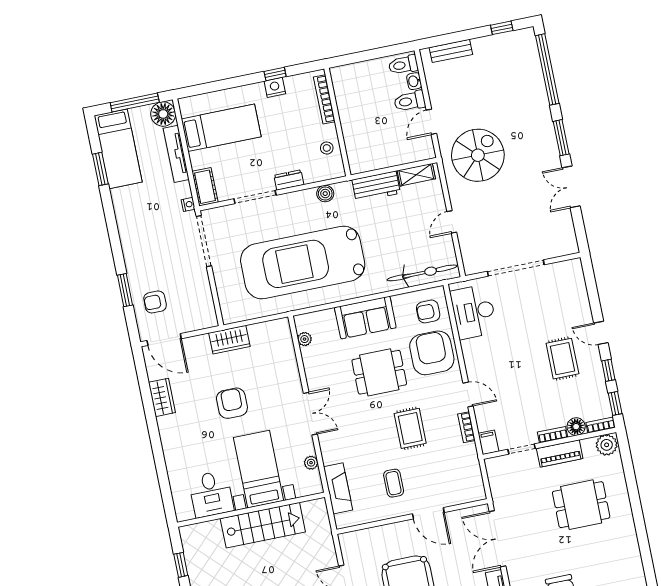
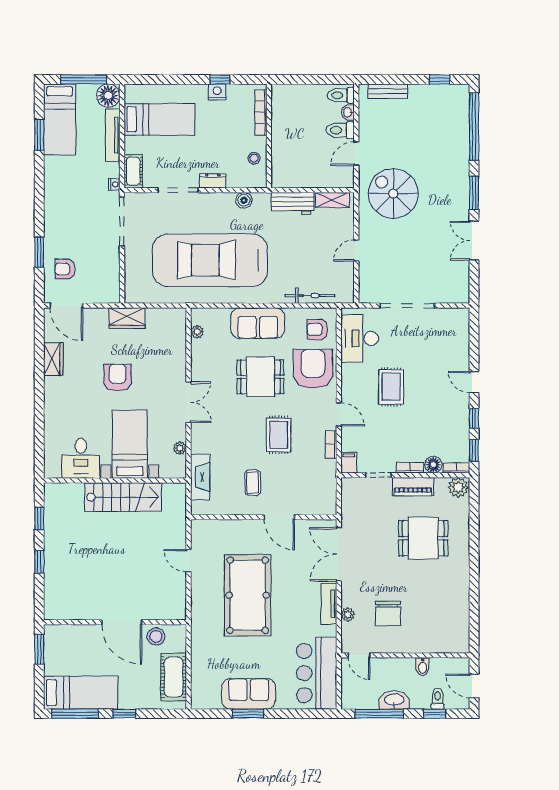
spiral stairs: (478, 155) -> (393, 193), turned -90
bicycle: (422, 273) -> (310, 296), width x0.73, depth x0.71
rug: (562, 359) -> (391, 387), moved

